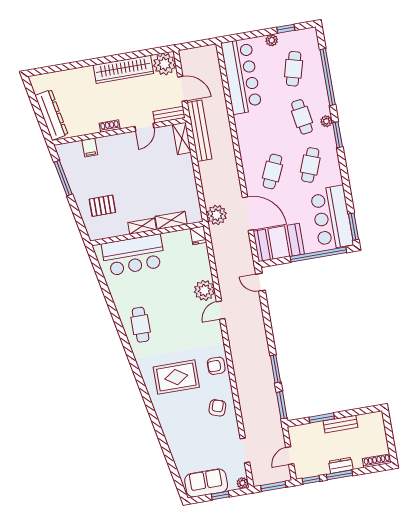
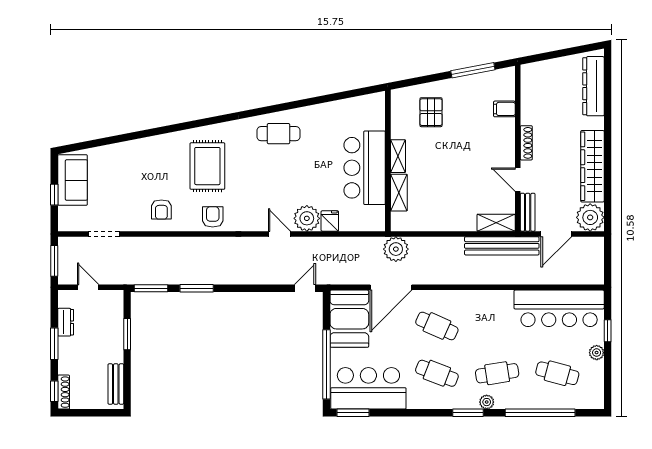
window: (286, 29) -> (608, 331), moved
dresser: (51, 115) -> (593, 86), moved, turned 101
shoe rack: (110, 126) -> (526, 143), width x1.43
fridge: (198, 235) -> (330, 221), moved, turned 90
bar counter: (133, 255) -> (365, 168), moved
armchair: (217, 408) -> (161, 209), turned 71
bench: (340, 424) -> (116, 384), moved
dresser: (341, 465) -> (66, 322), moved
window: (311, 480) -> (54, 391), moved
plant: (242, 483) -> (65, 224), removed

